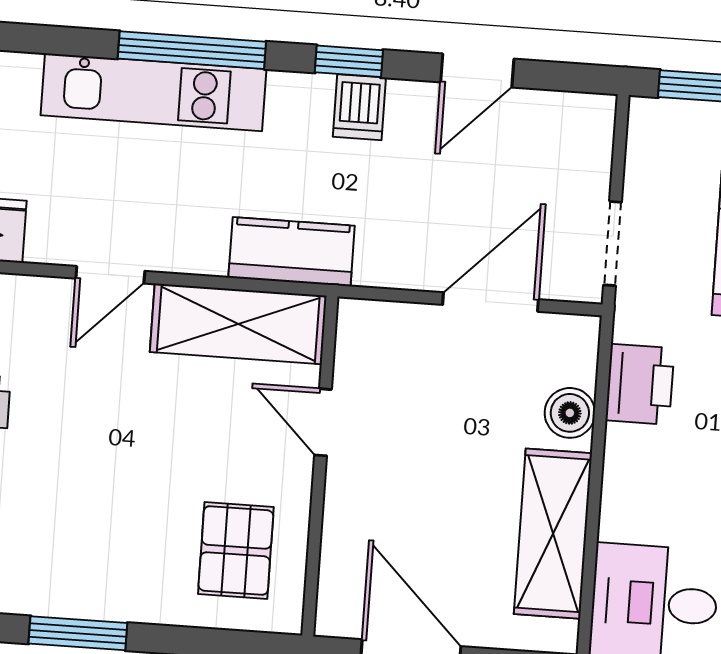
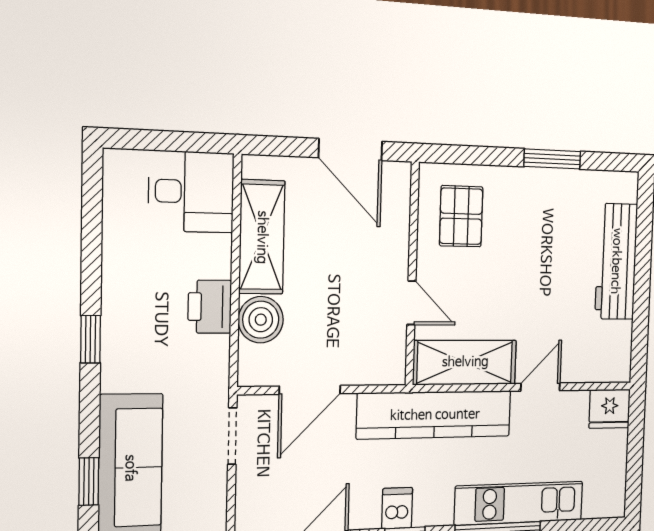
kitchen counter: (292, 252) -> (435, 415), width x2.08, depth x1.17
printer: (640, 384) -> (210, 307), moved
boiler: (570, 413) -> (261, 320), width x1.36, depth x1.36

